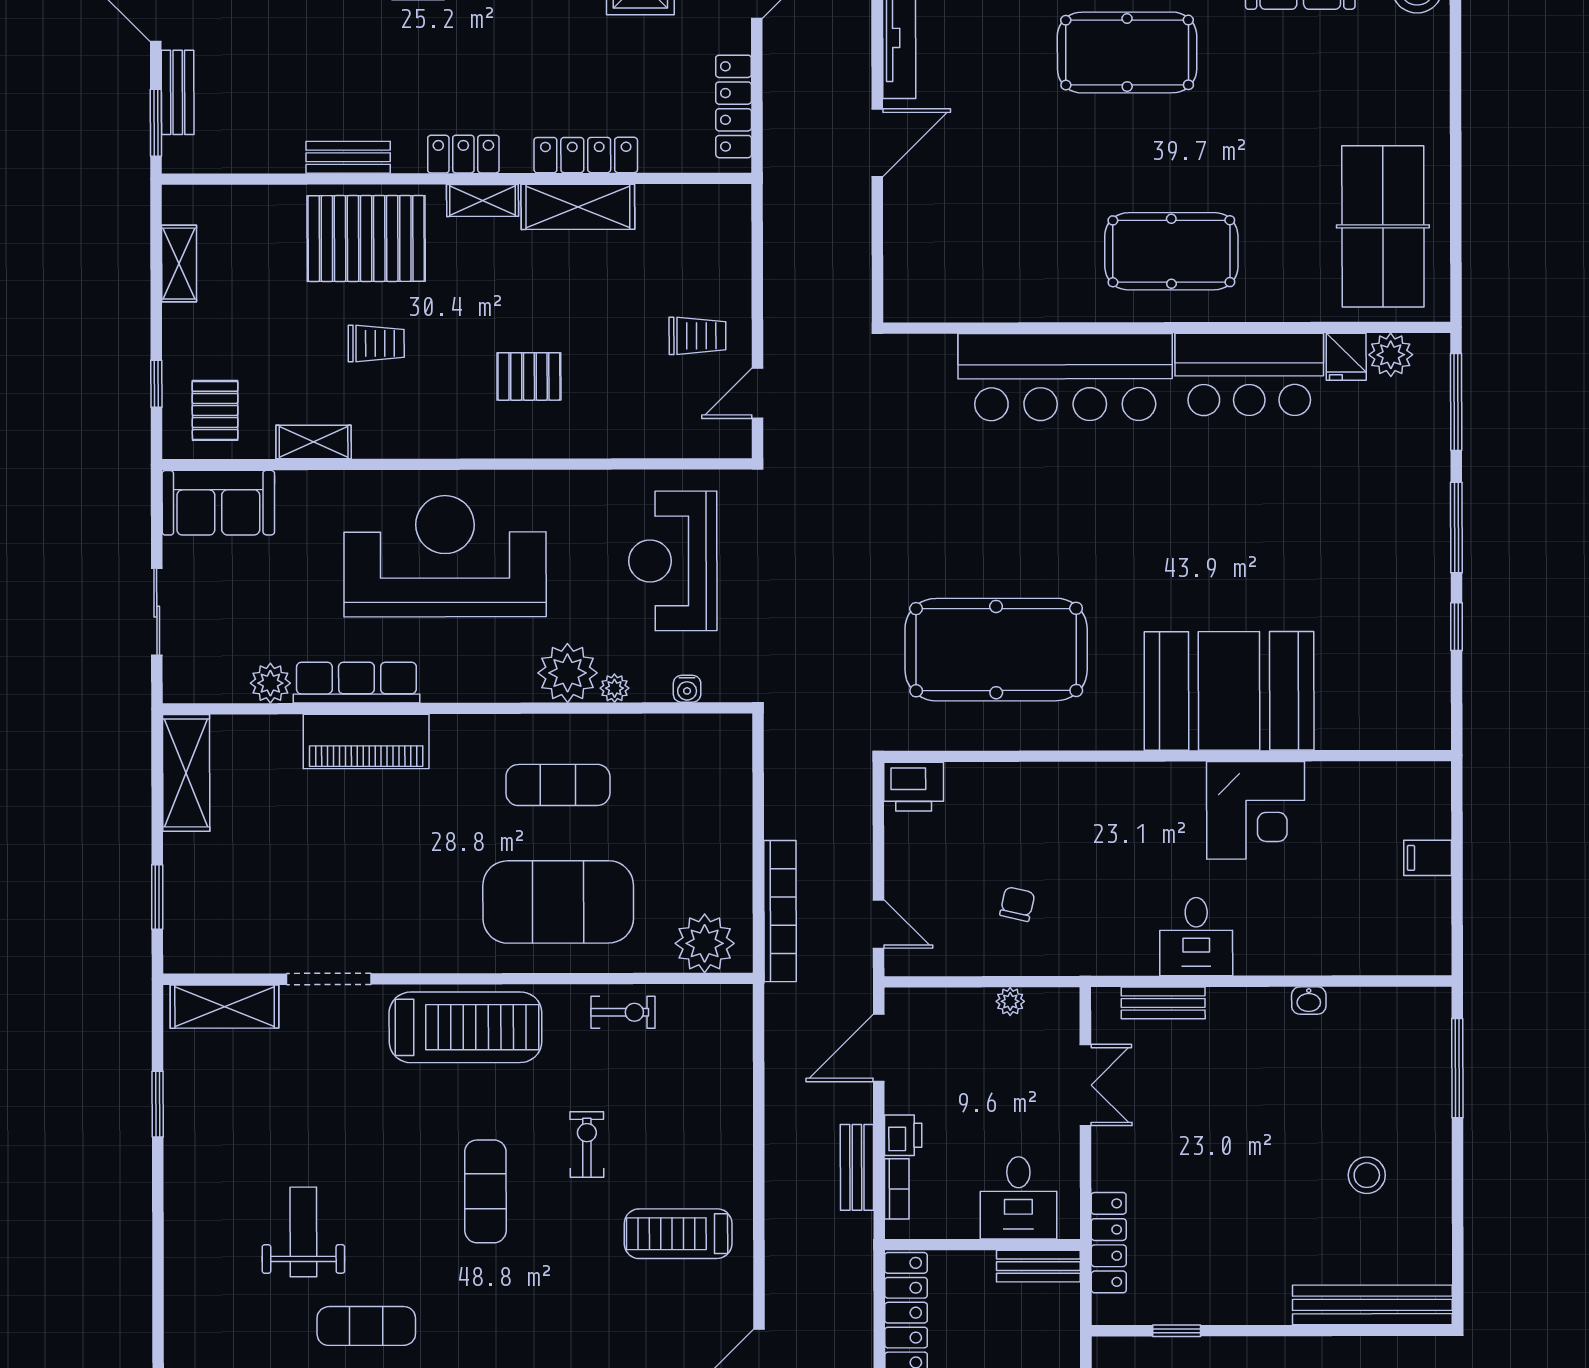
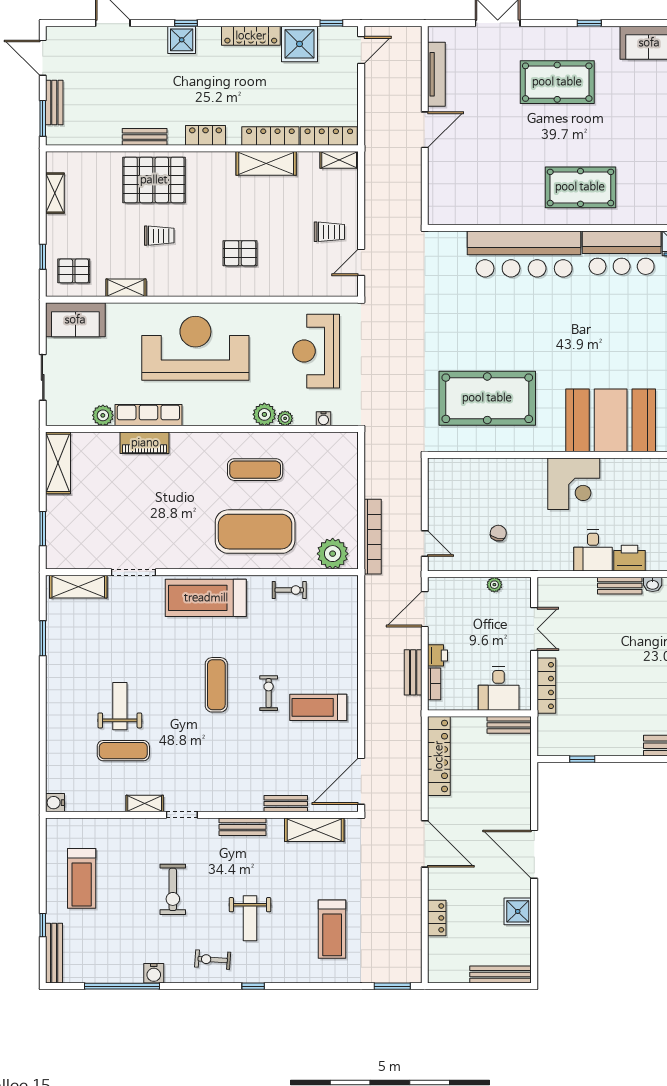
locker: (734, 106) -> (329, 136), moved, turned 90
shelving: (482, 200) -> (339, 160), moved
pallet: (215, 410) -> (74, 271), turned 90
plant: (568, 673) -> (264, 414), width x0.73, depth x0.73
piano: (366, 741) -> (145, 443), width x0.73, depth x0.75
printer: (914, 787) -> (629, 558), moved, turned 180
corner desk: (1256, 810) -> (574, 484), moved
bench: (1163, 1003) -> (620, 586), moved
treadmill: (465, 1027) -> (206, 598), turned 180
exercise bike: (587, 1144) -> (269, 693), moved
locker: (1109, 1243) -> (546, 686), moved
exercise mat: (366, 1326) -> (123, 751), moved

